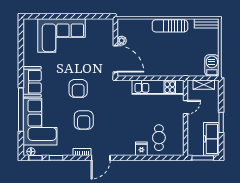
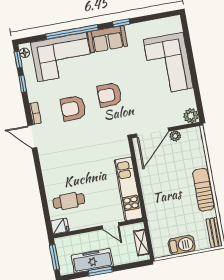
plant: (107, 25) -> (191, 116), added
barbecue: (212, 65) -> (182, 245), moved
window: (21, 68) -> (121, 23), added
freezer: (211, 139) -> (92, 261), moved
fridge: (141, 149) -> (60, 226), moved

